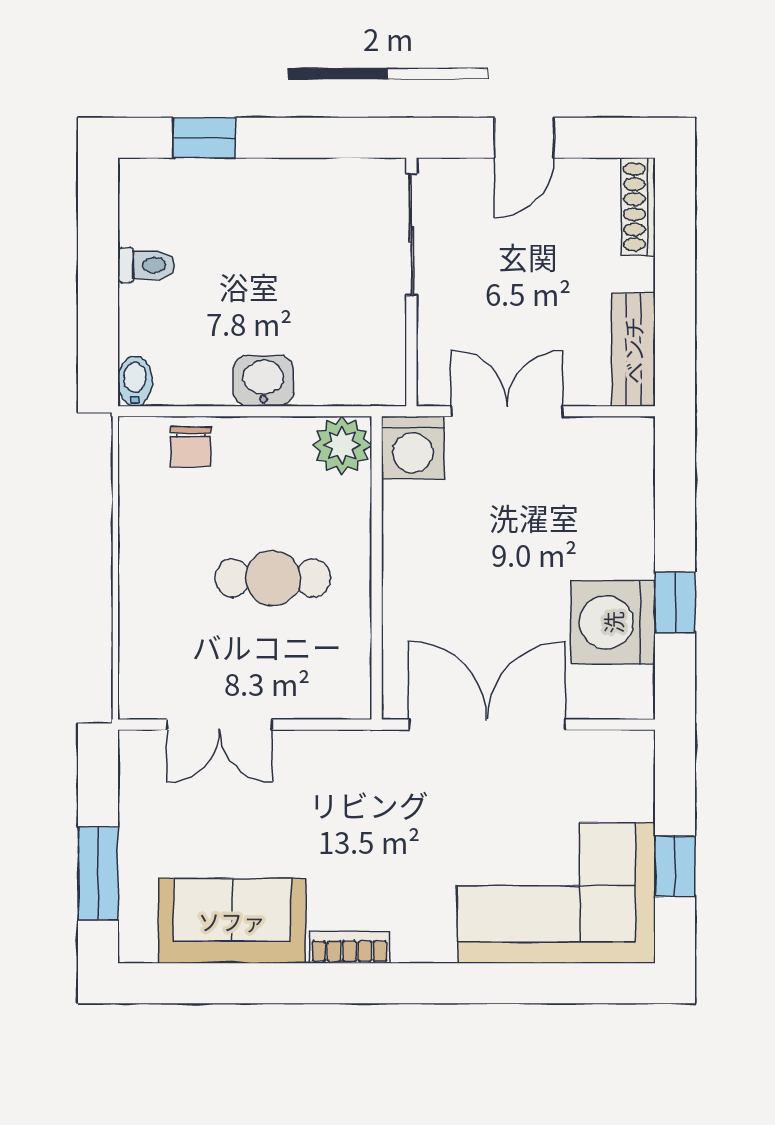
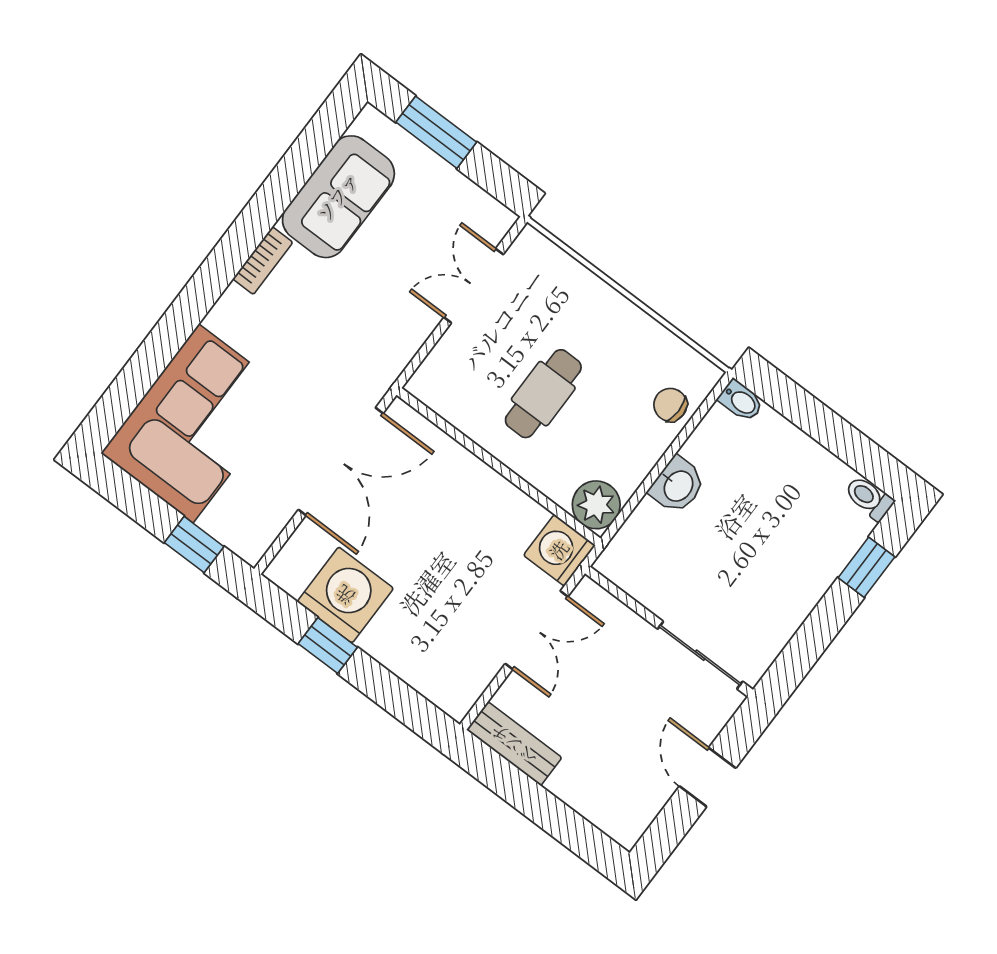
shoe rack: (638, 207) -> (606, 818), removed
toilet: (146, 265) -> (869, 498), moved, turned 90
window: (675, 866) -> (194, 545), moved

